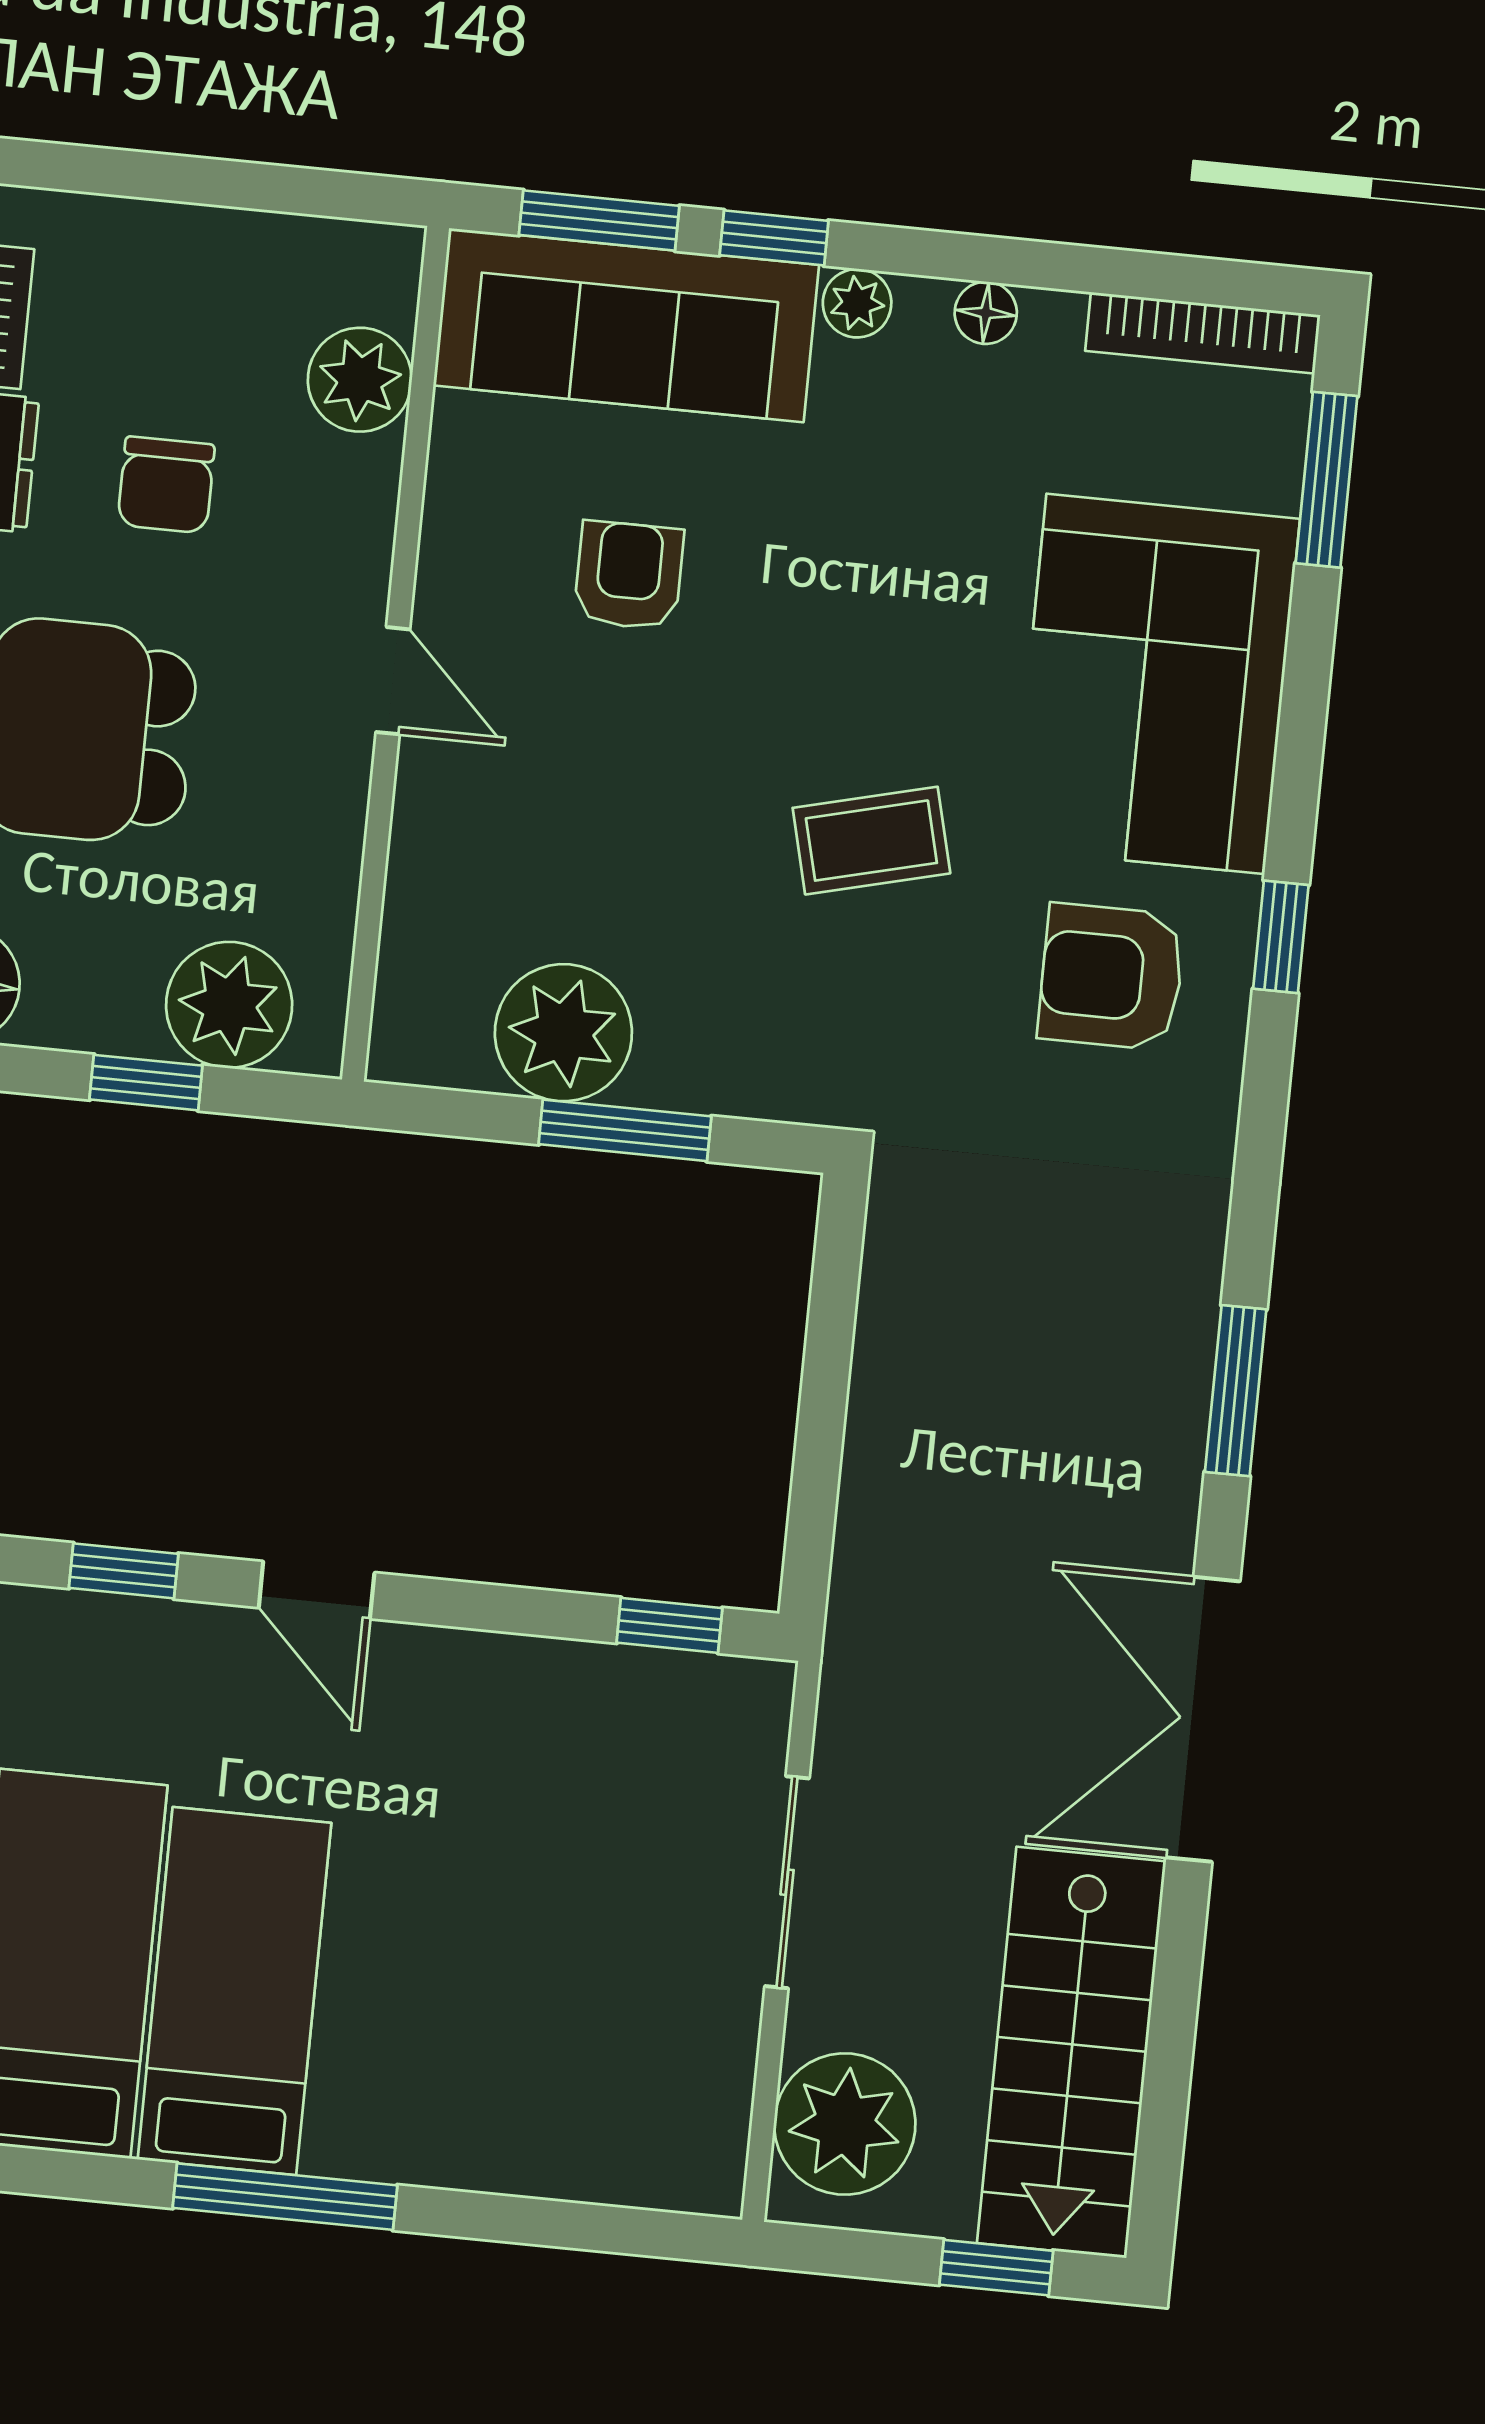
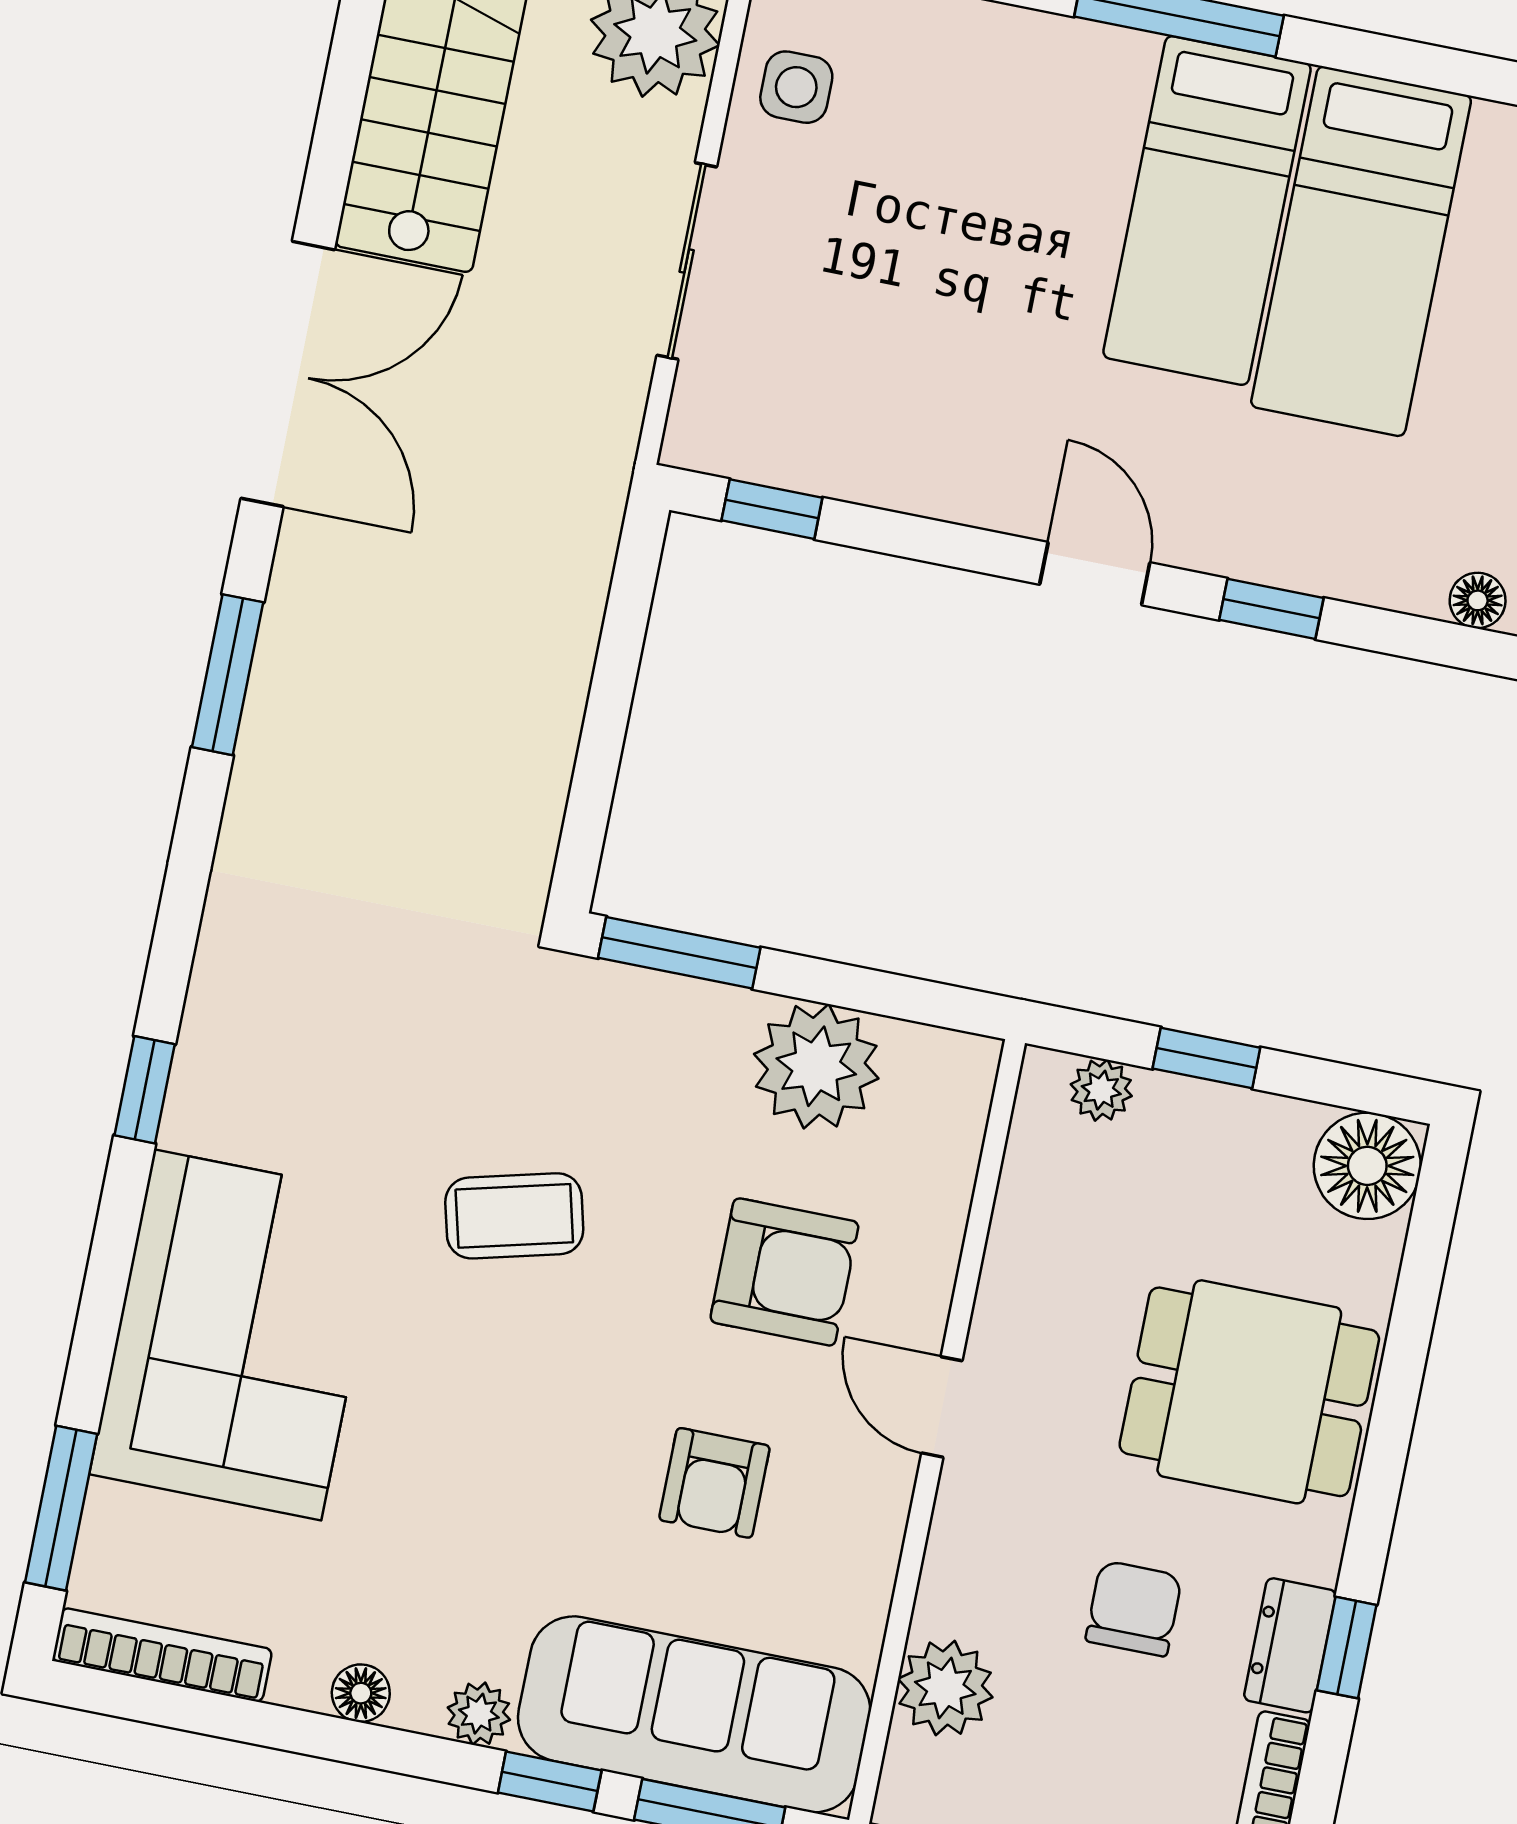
armchair: (1111, 977) -> (784, 1272), moved
plant: (229, 1005) -> (1101, 1090), width x0.53, depth x0.53
window: (625, 1130) -> (679, 953), moved
side table: (688, 2080) -> (796, 87), added

